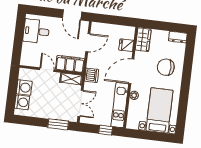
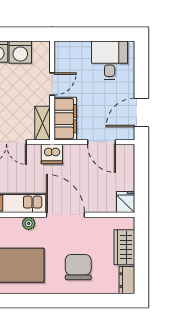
wardrobe: (143, 40) -> (124, 247), moved, turned 90
fridge: (126, 45) -> (126, 202), moved

